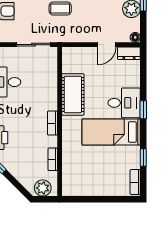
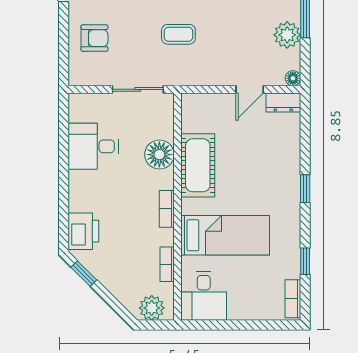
floor lamp: (48, 87) -> (159, 155), added
desk: (124, 103) -> (204, 296), moved, turned 90
bed: (111, 132) -> (225, 235), moved, turned 180

